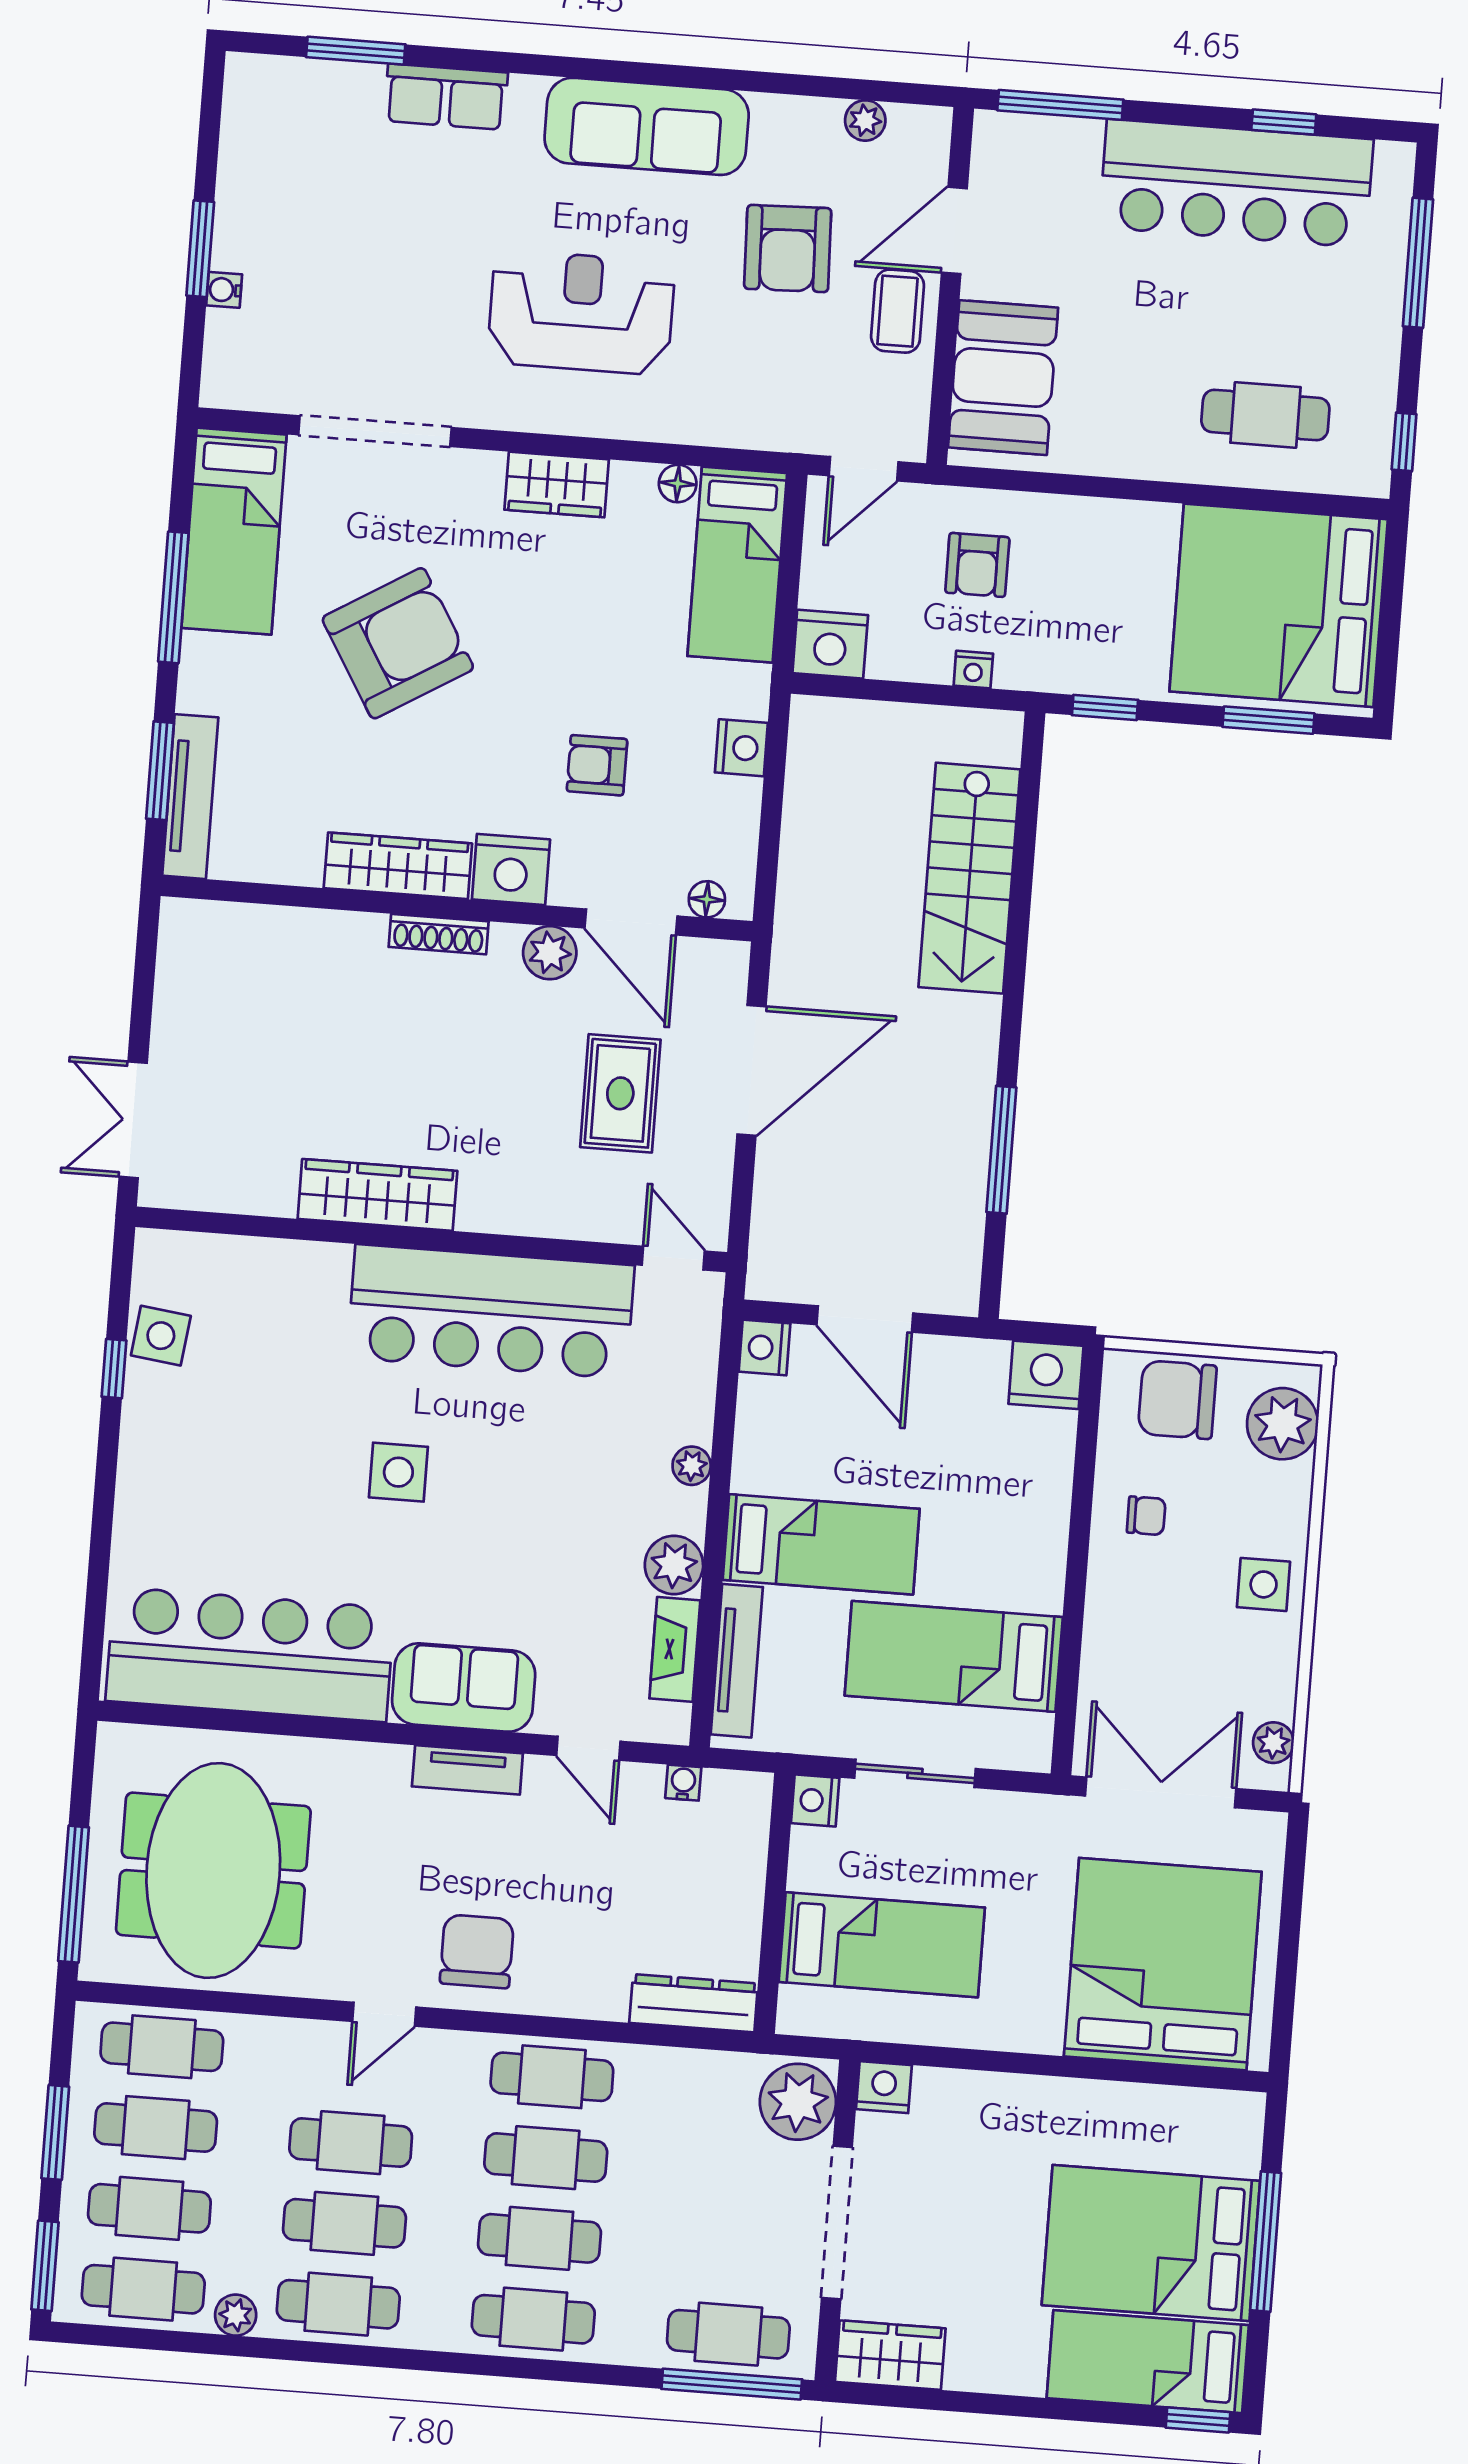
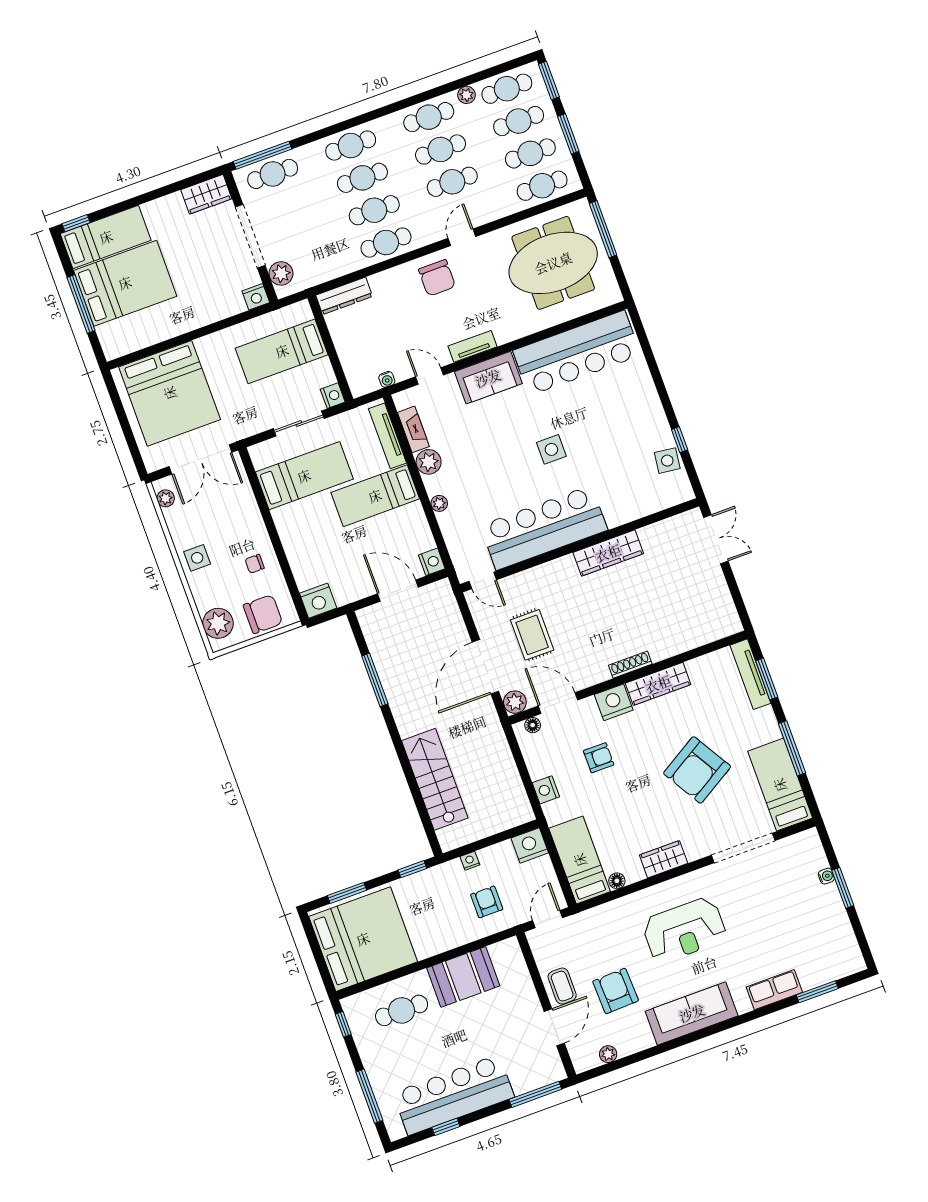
booth: (1003, 378) -> (463, 977), moved, turned 90
plant: (550, 953) -> (515, 702), moved
meeting table: (213, 1871) -> (553, 263), turned 90
plant: (798, 2102) -> (281, 273), width x0.73, depth x0.73

